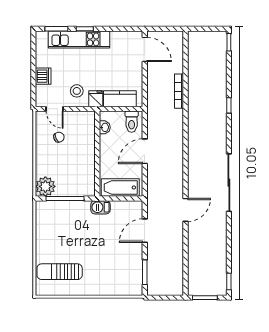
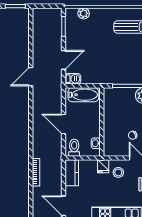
kitchen counter: (120, 99) -> (72, 173), moved, turned -90
door: (145, 151) -> (64, 124), swing flipped
barbecue: (100, 207) -> (73, 79), moved
plant: (120, 289) -> (84, 13), added

